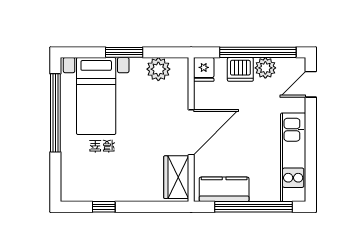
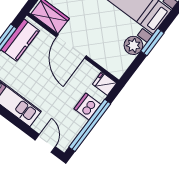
plant: (265, 68) -> (77, 123), removed
plant: (158, 69) -> (133, 45), moved

